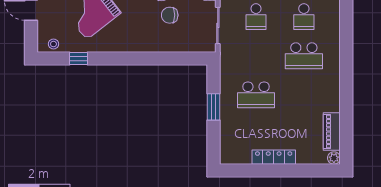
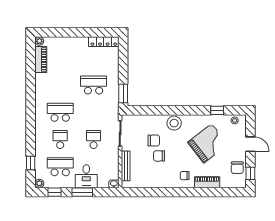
stool: (140, 40) -> (174, 123), added
window: (214, 107) -> (123, 93), moved
locker: (274, 157) -> (104, 42), moved

